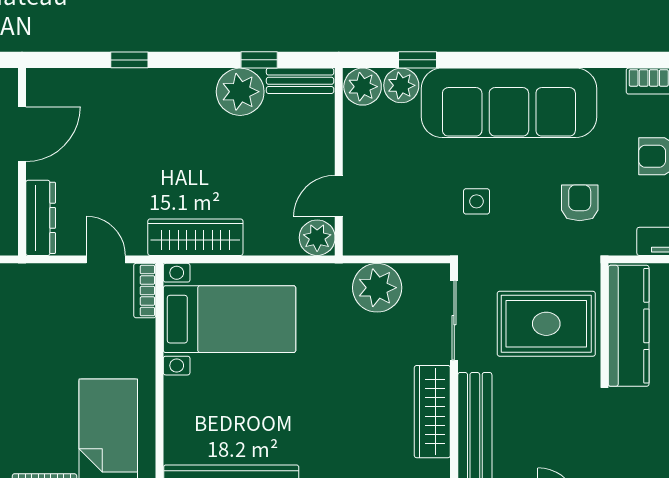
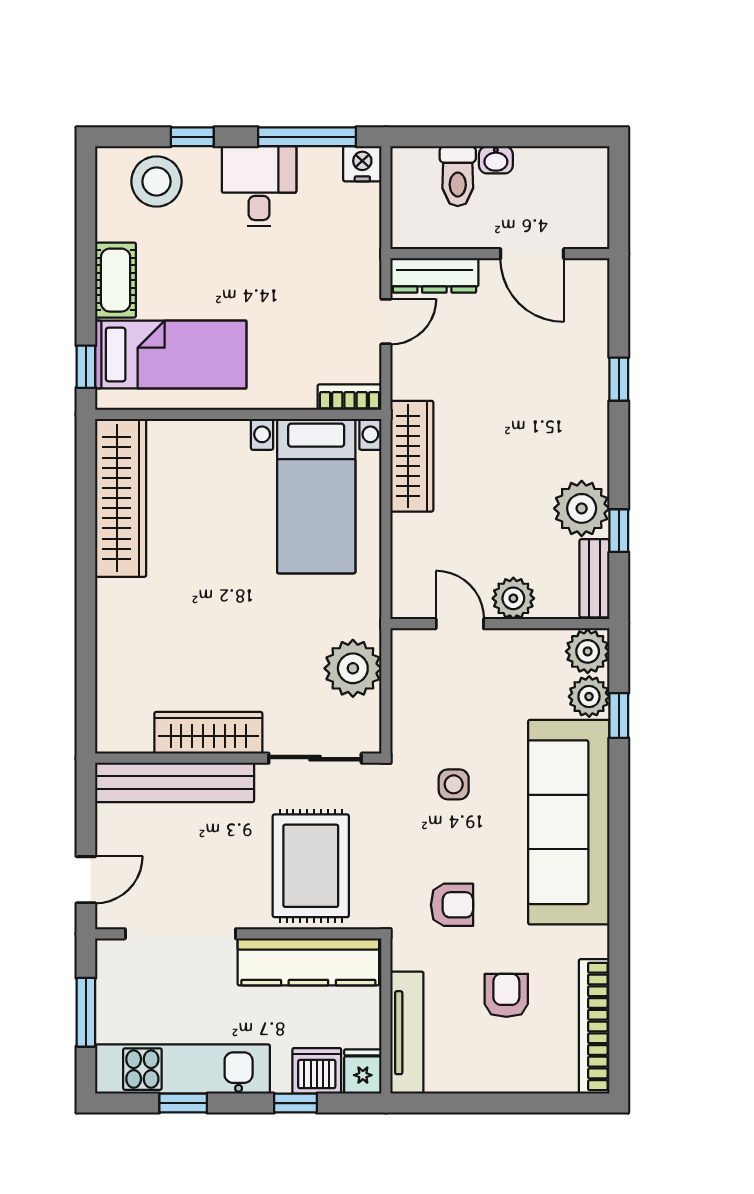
plant: (317, 238) -> (513, 598), moved
door: (106, 259) -> (386, 322), moved

